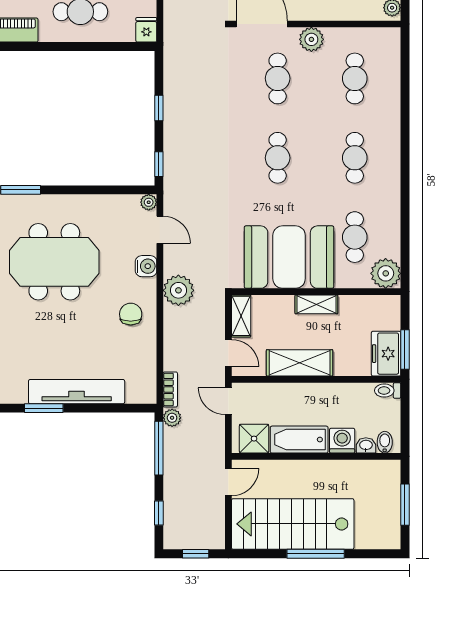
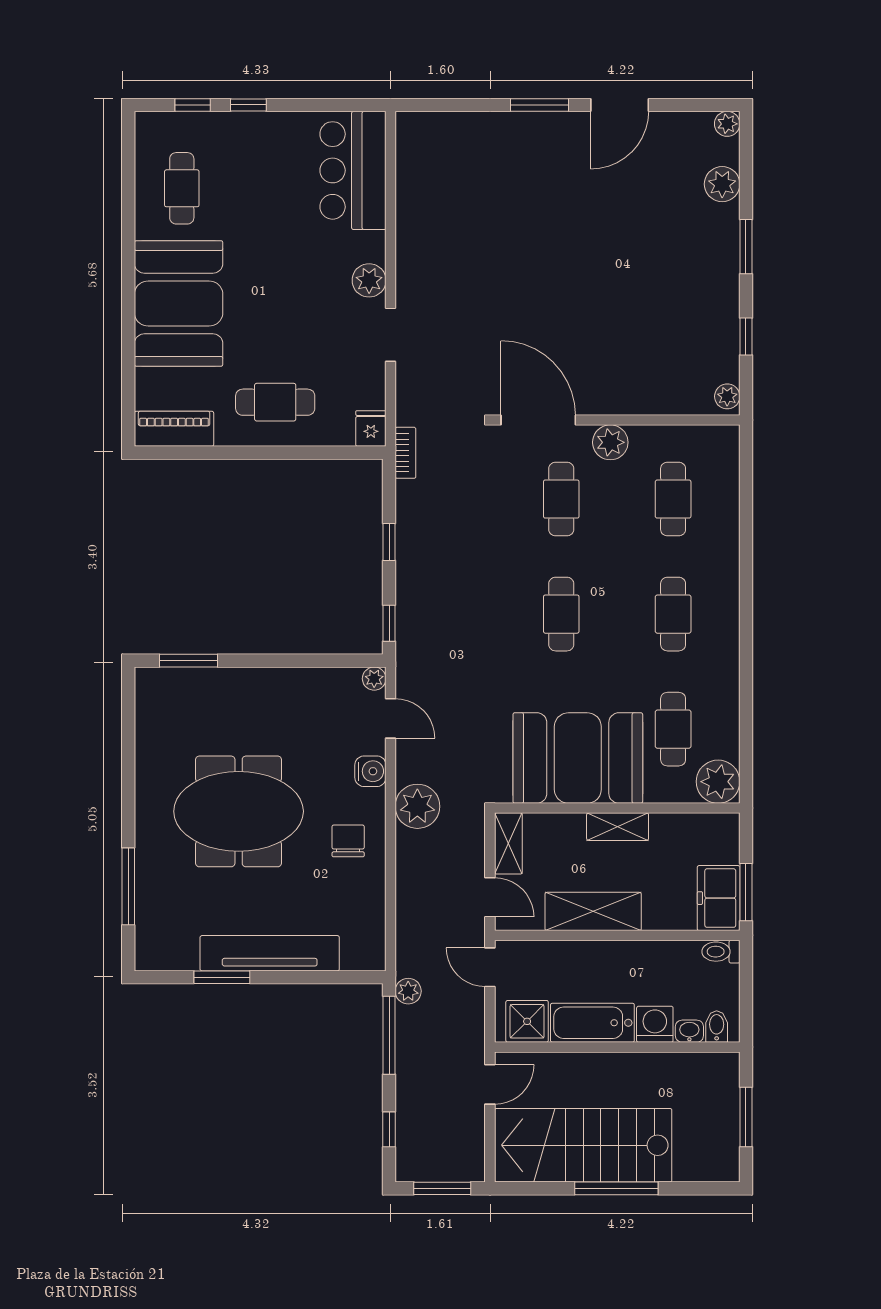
meeting table: (54, 262) -> (239, 811), moved
bookcase: (170, 389) -> (405, 453), moved
window: (196, 554) -> (442, 1188), width x1.50

